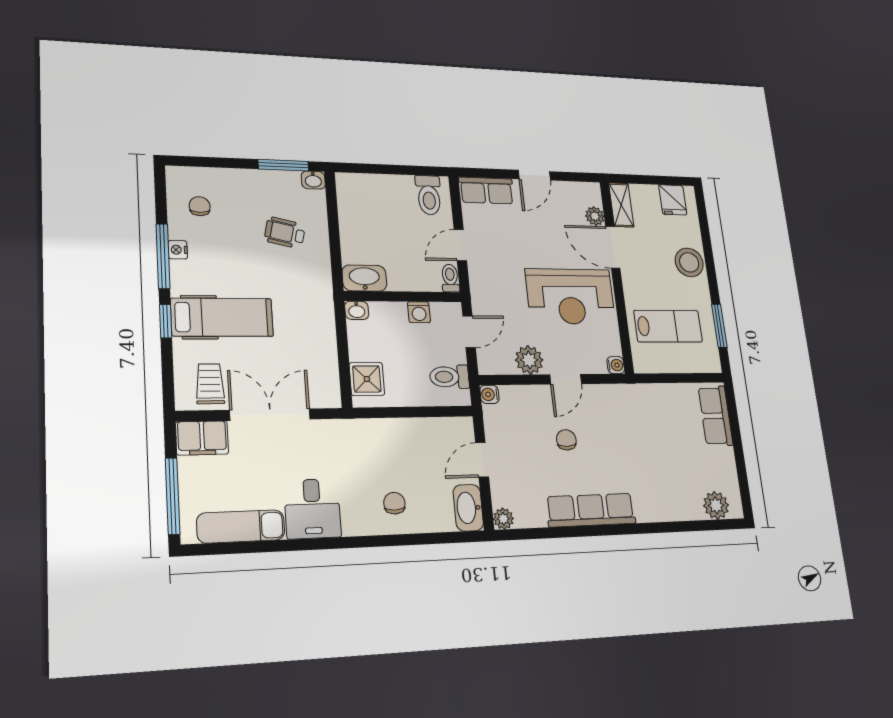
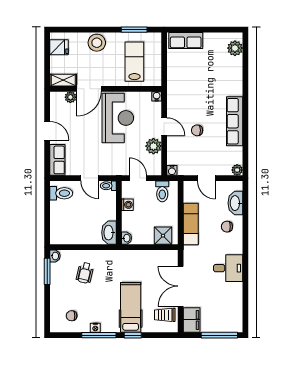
washbasin: (468, 508) -> (235, 203), moved, turned 90
exam couch: (241, 526) -> (191, 224), moved, turned 180

